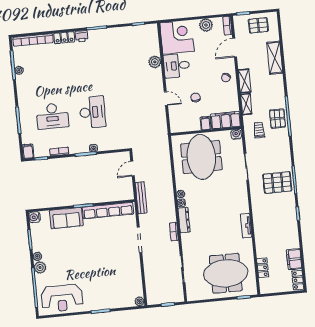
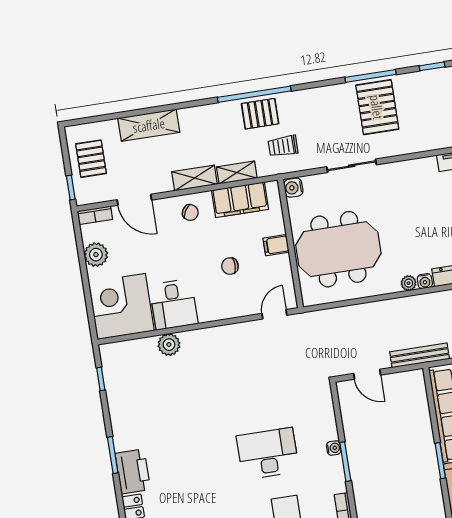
printer: (82, 36) -> (133, 471), width x1.87, depth x1.48
door: (166, 99) -> (274, 314), moved
filing cabinet: (226, 120) -> (240, 200), moved, turned -90

